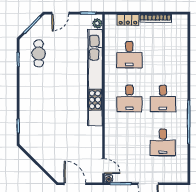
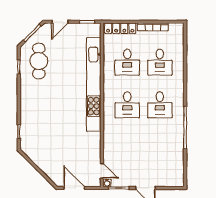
locker: (128, 20) -> (120, 28), width x1.53
plant: (97, 23) -> (96, 32), removed
cafe table: (39, 53) -> (39, 61), width x1.37, depth x1.35
desk: (163, 142) -> (160, 62), moved

